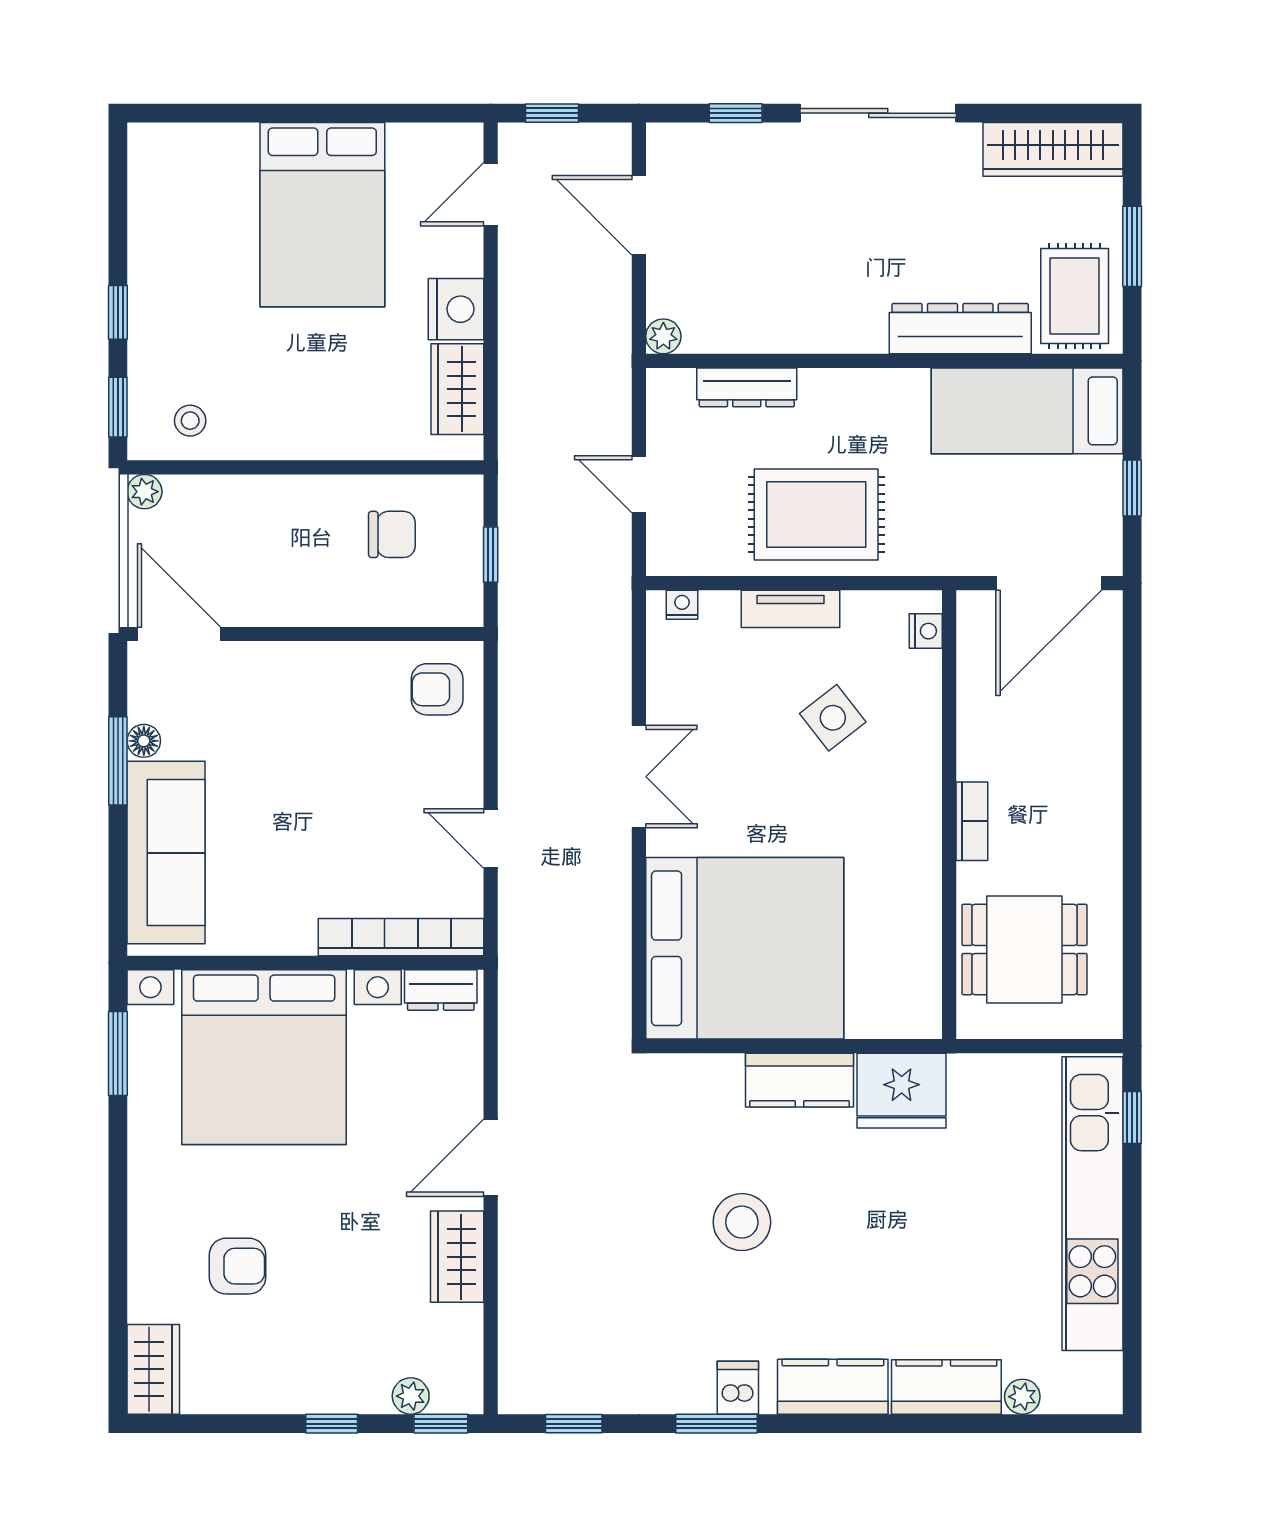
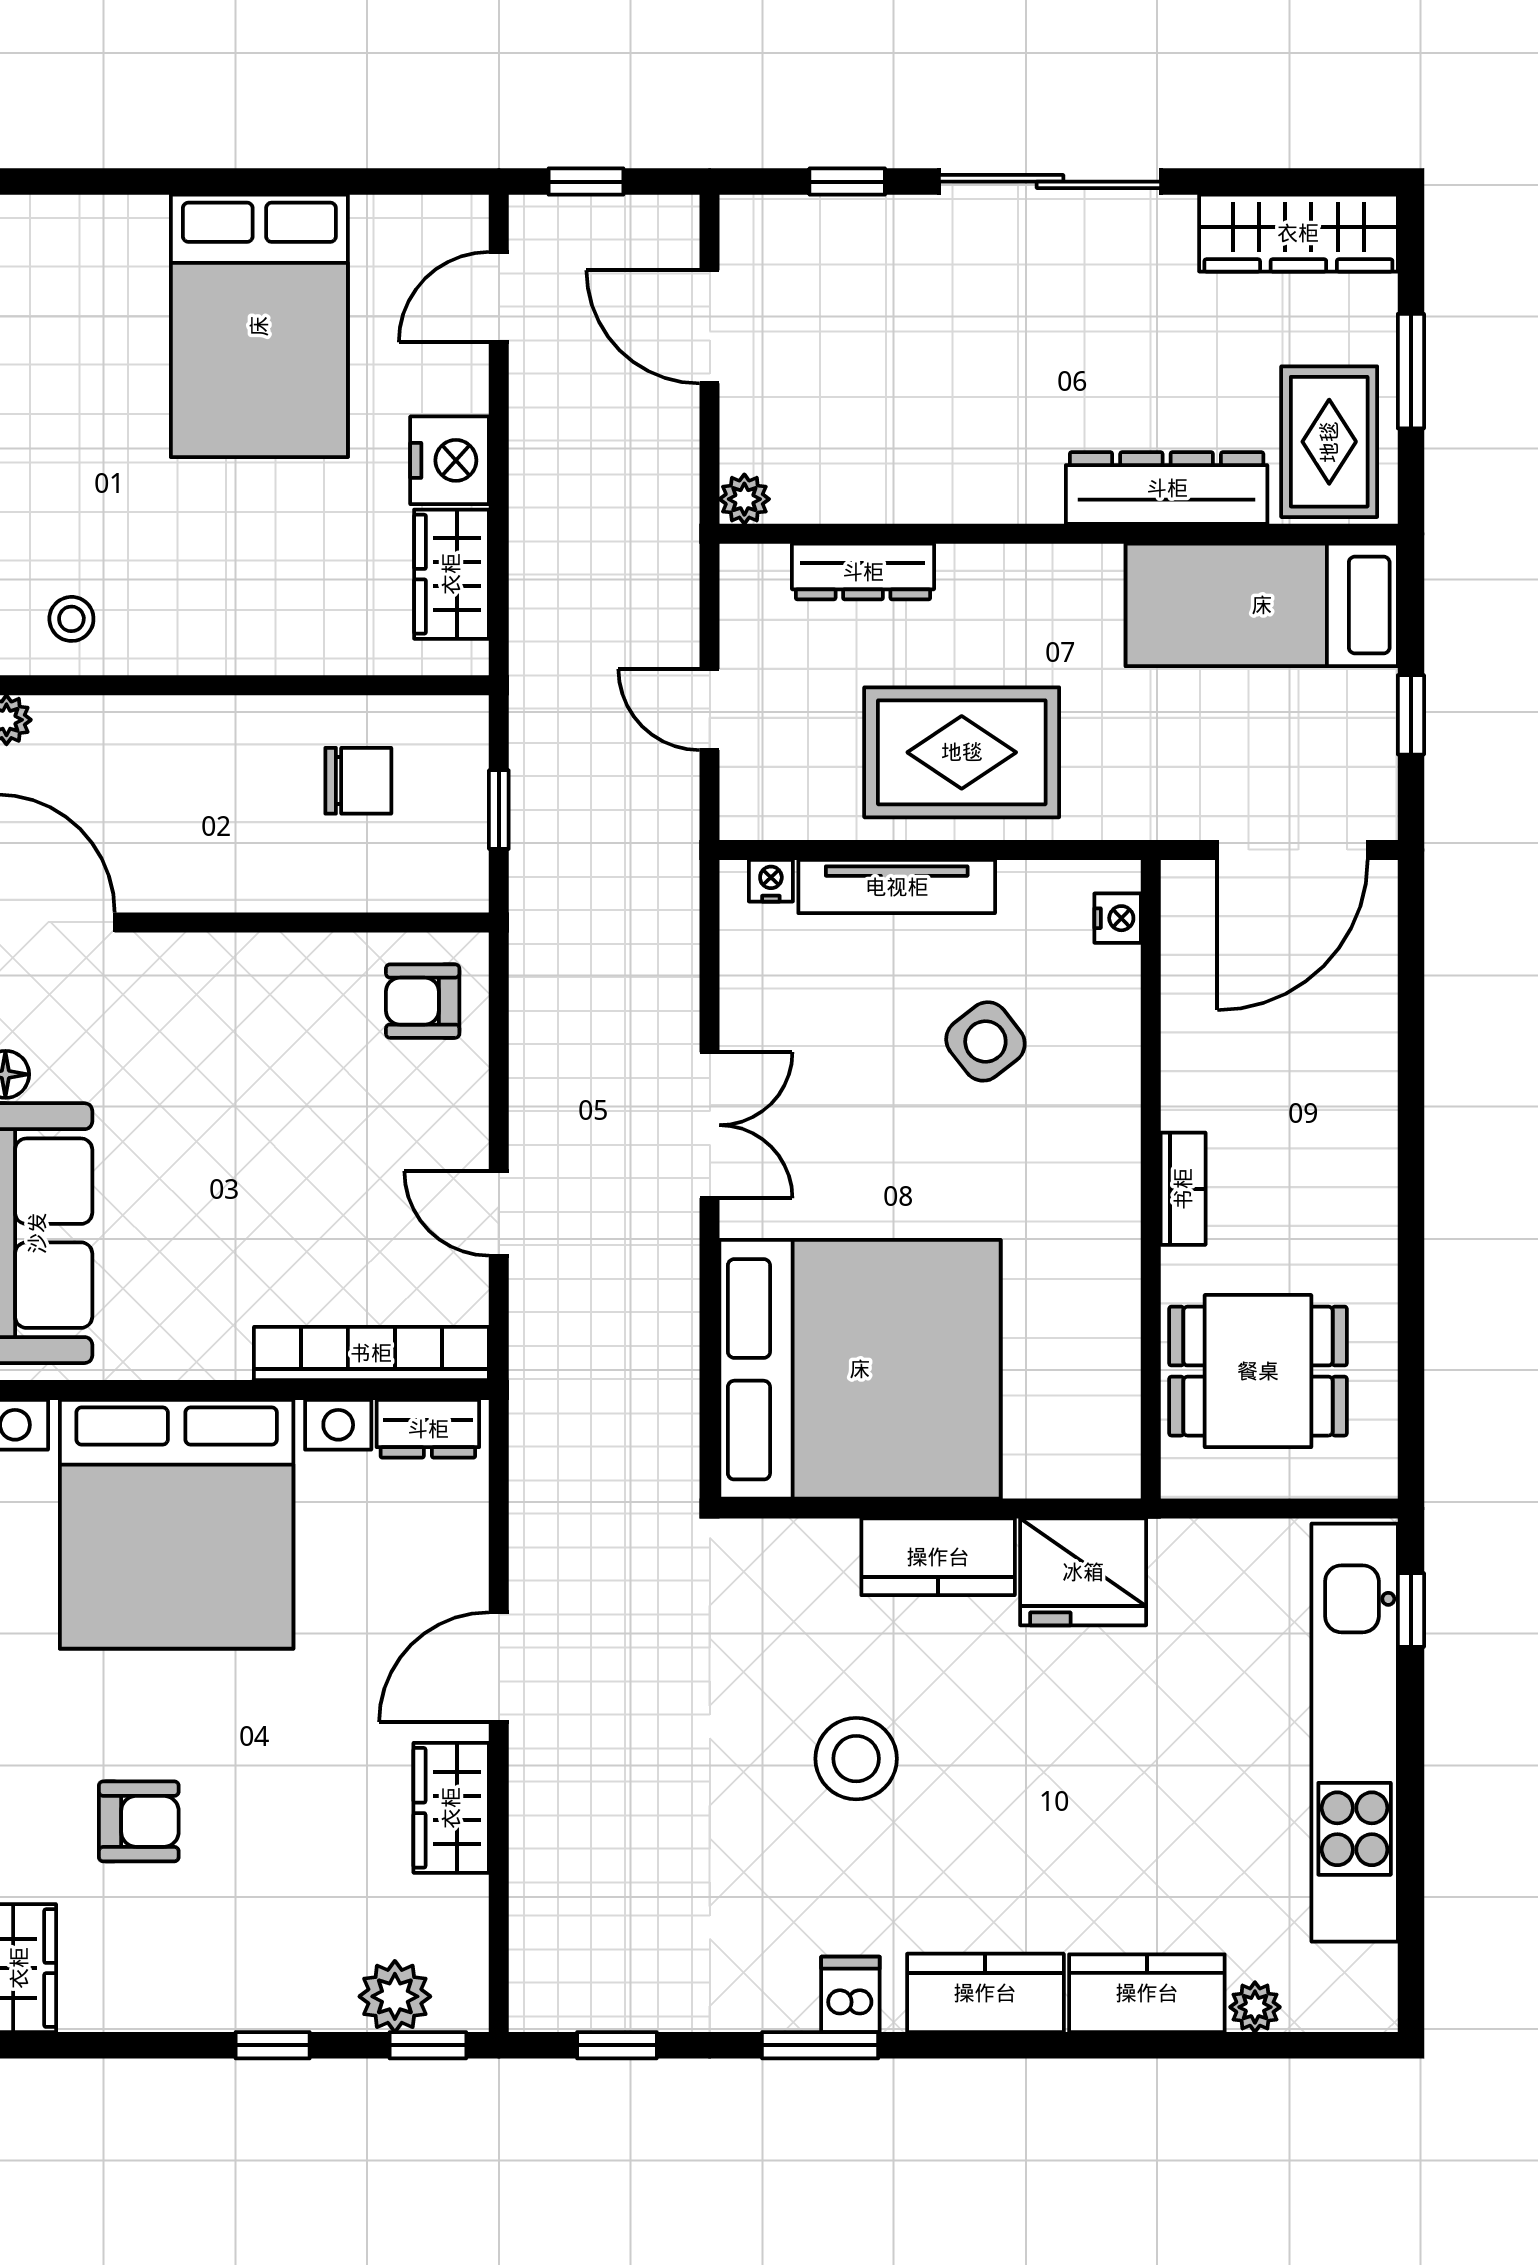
tv unit: (791, 609) -> (897, 887), width x1.41
plant: (411, 1396) -> (395, 1996), width x1.38, depth x1.38

